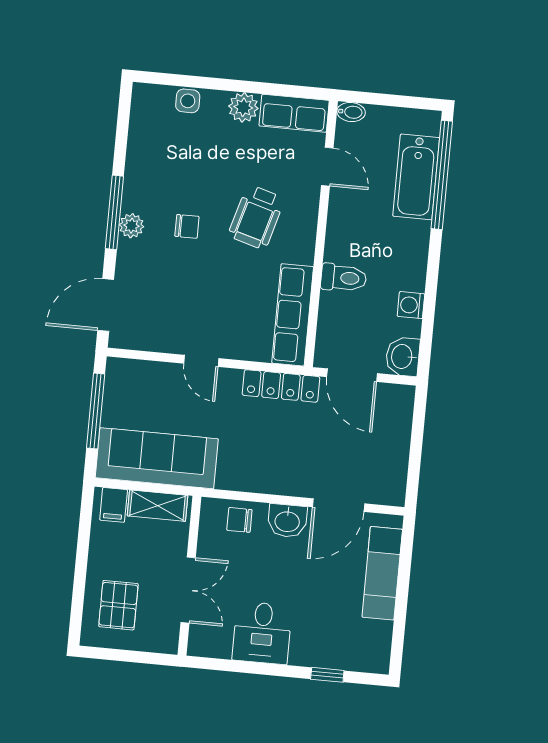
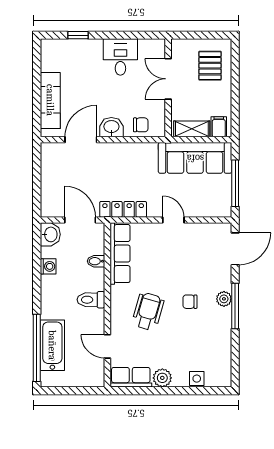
bidet: (351, 112) -> (96, 261), moved
toilet: (344, 278) -> (91, 300), moved

